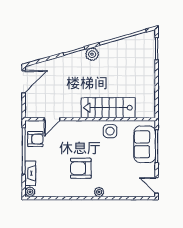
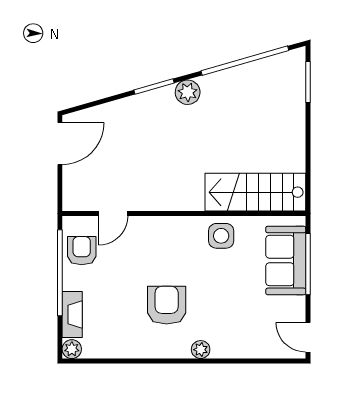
stairs: (108, 108) -> (255, 192), moved
armchair: (35, 139) -> (82, 251), turned -90
armchair: (81, 168) -> (167, 305), turned 90

